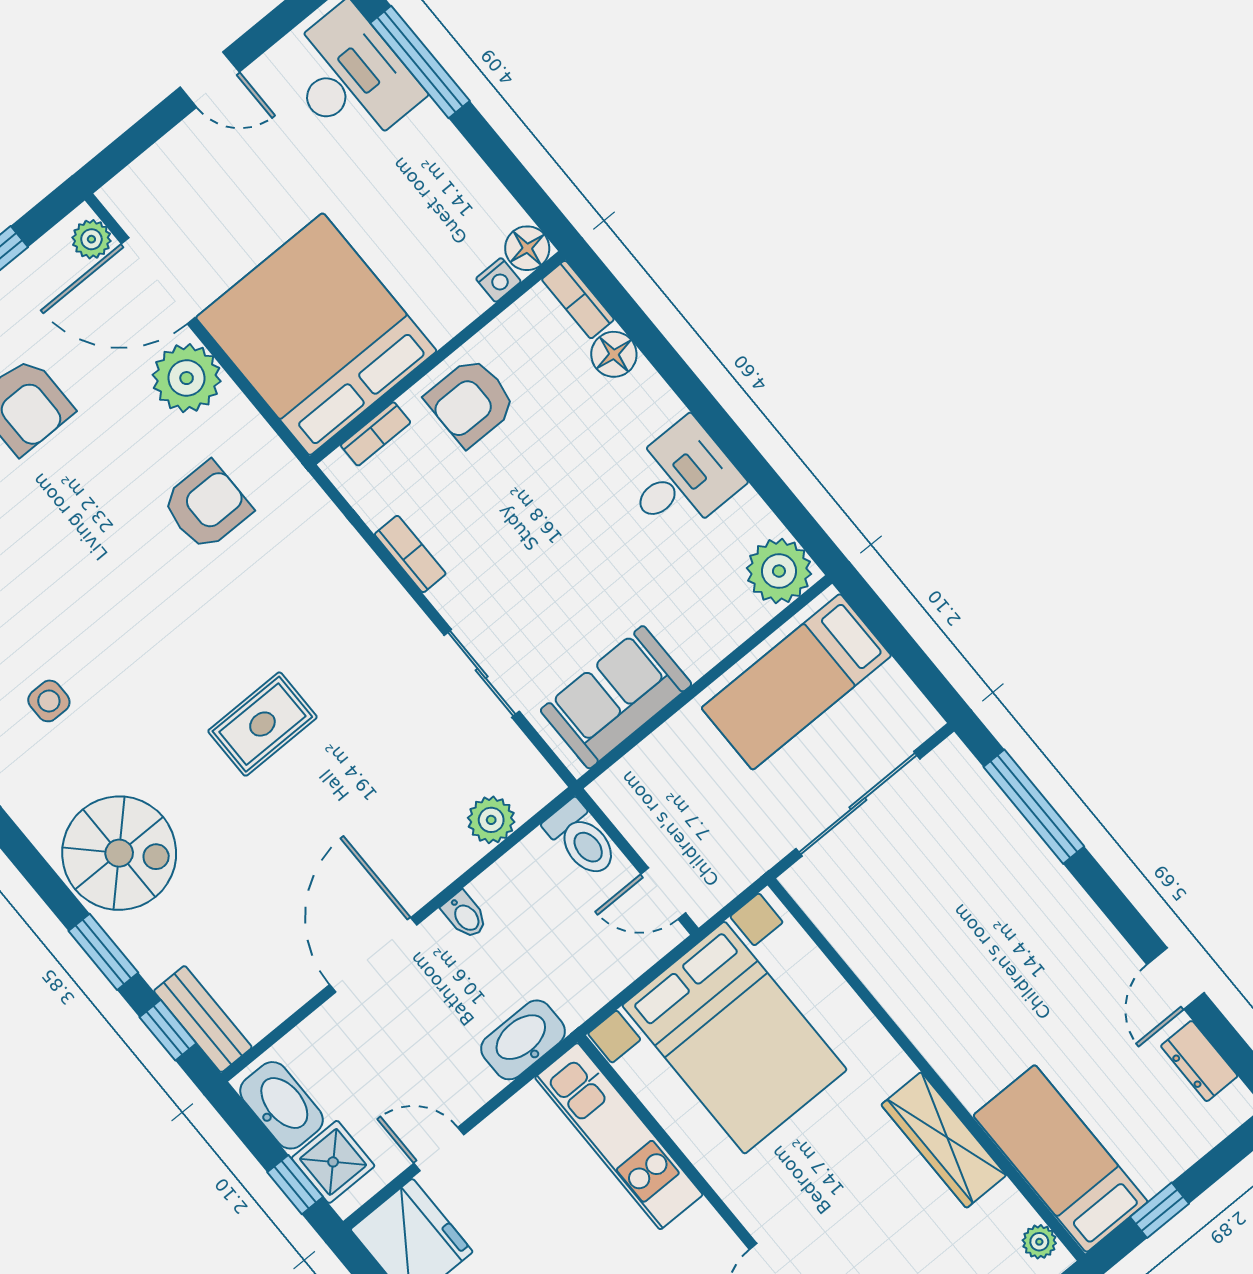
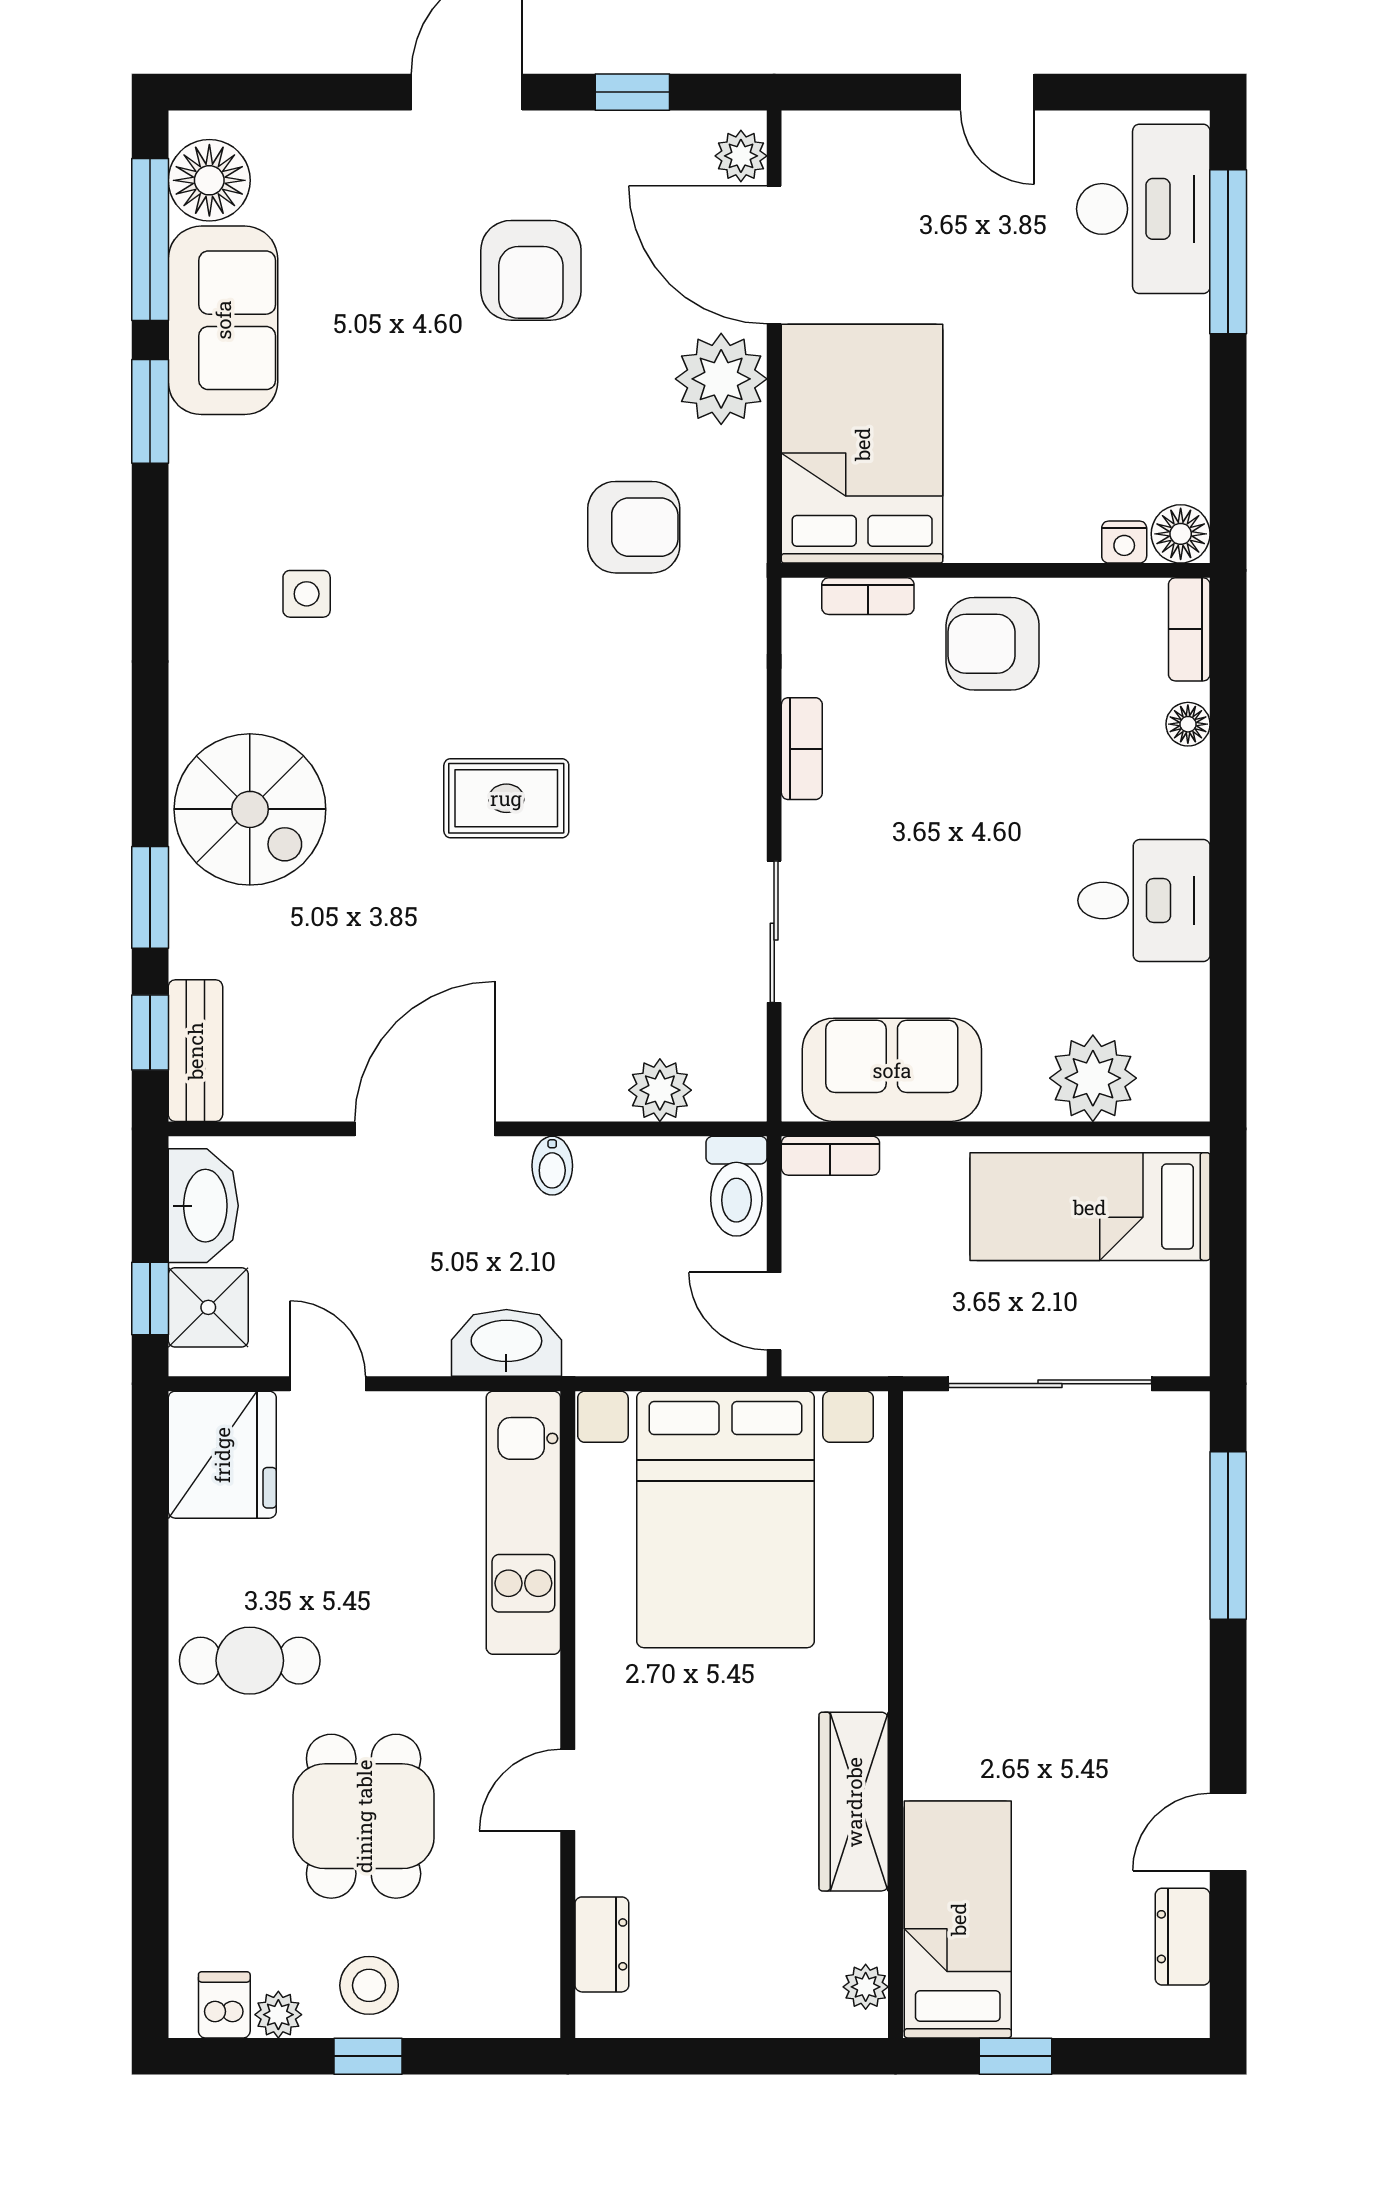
bed: (316, 334) -> (862, 444), width x0.73
floor lamp: (614, 354) -> (1188, 724), width x0.73, depth x0.73
plant: (779, 571) -> (1093, 1078), moved
bookcase: (621, 776) -> (830, 1156), added

